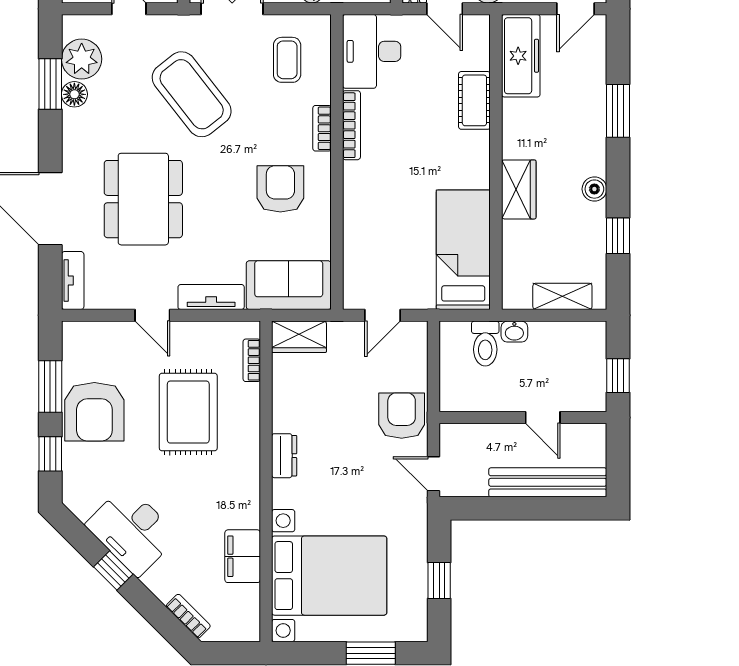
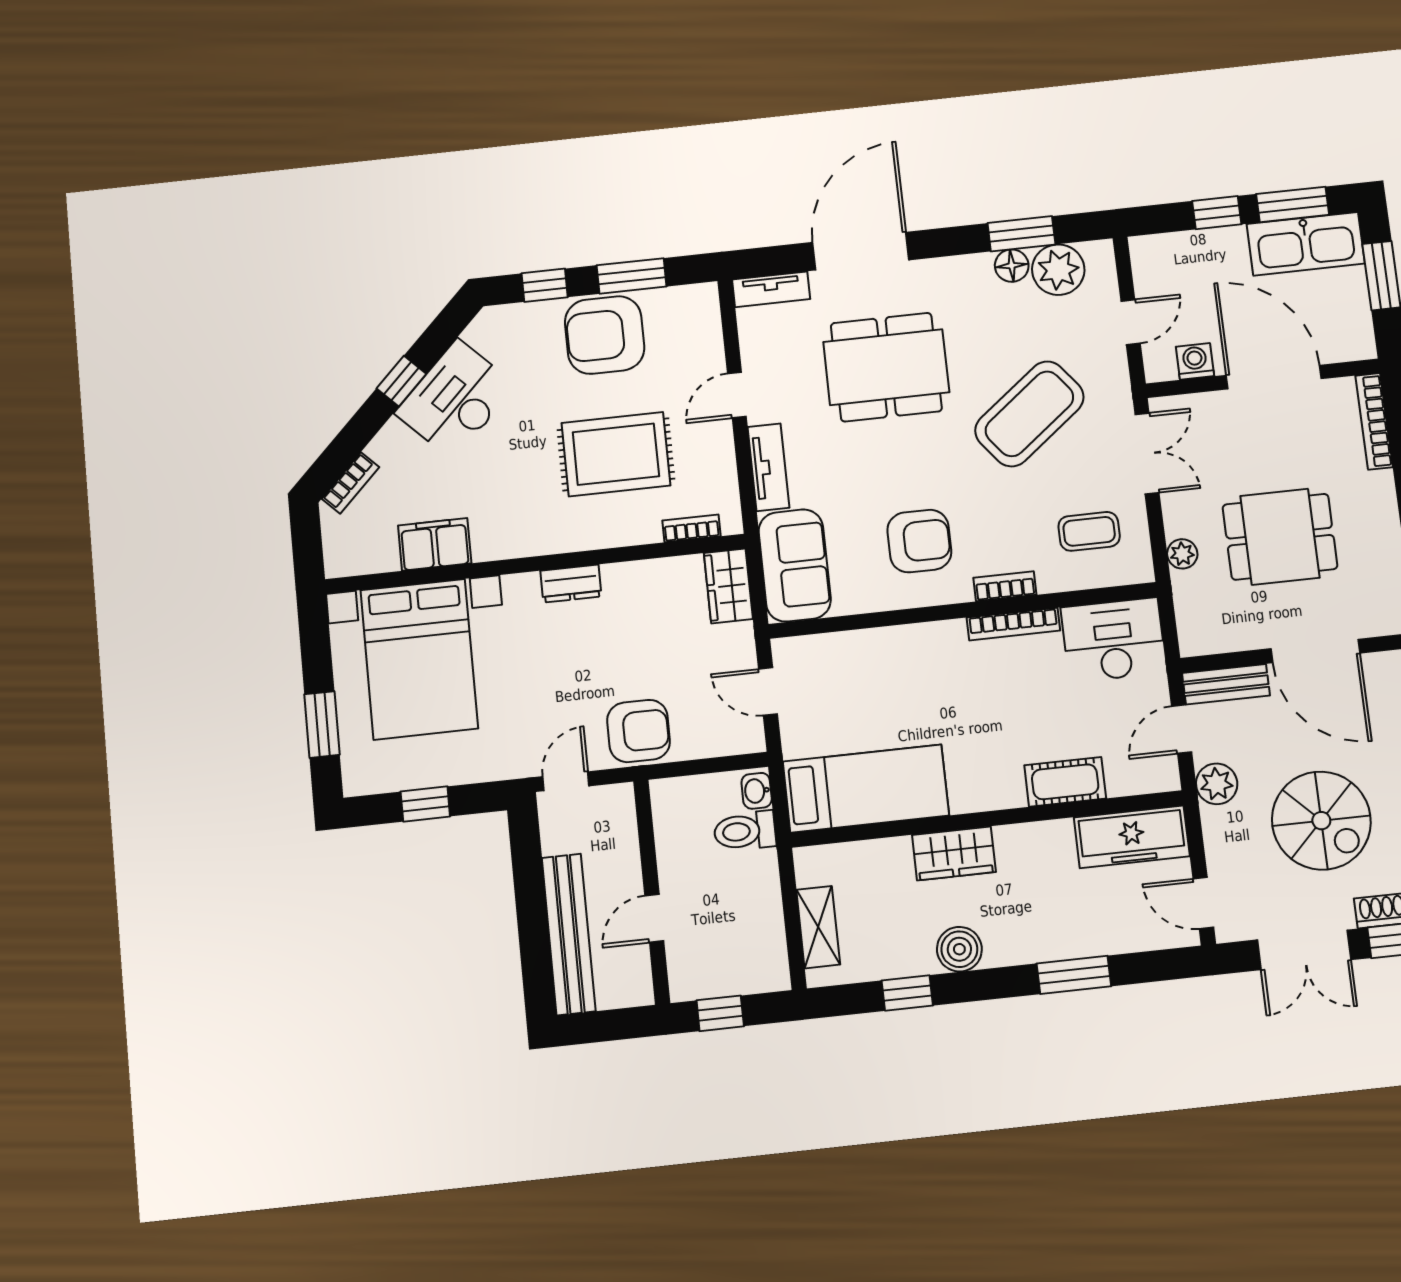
boiler: (594, 189) -> (959, 949), width x1.36, depth x1.36
washbasin: (514, 332) -> (757, 791), moved

